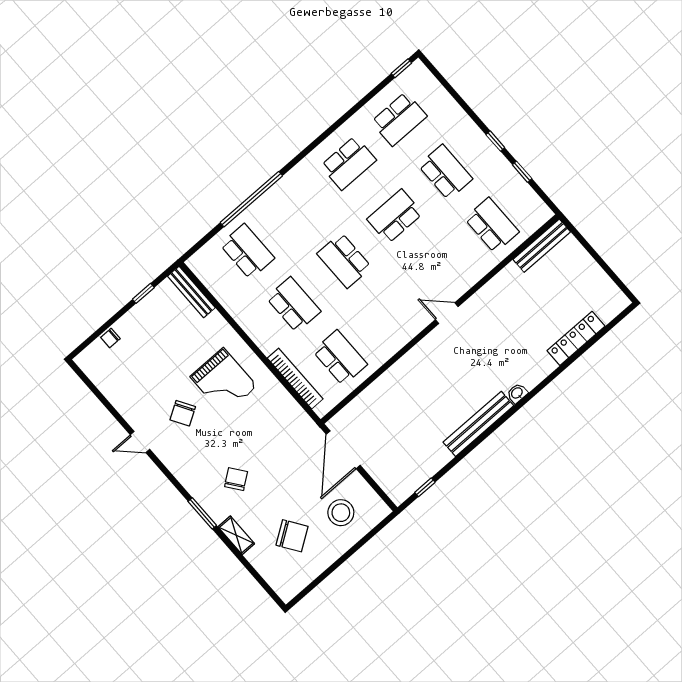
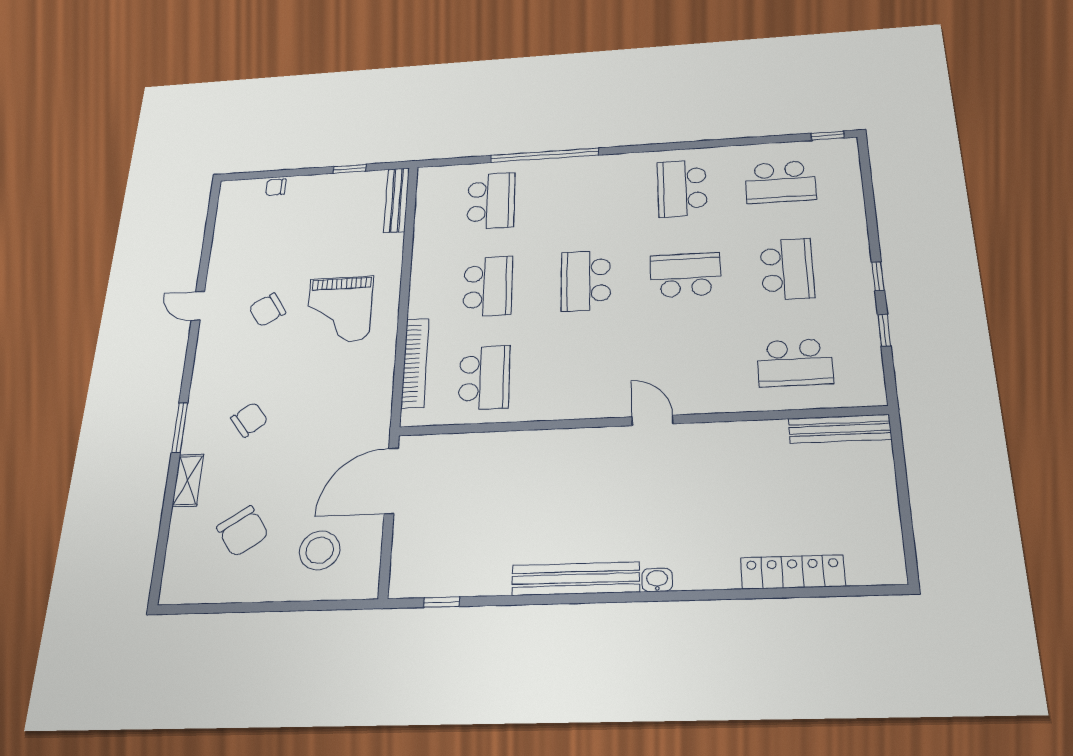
school desk: (348, 163) -> (682, 188), turned 90
school desk: (492, 225) -> (795, 363), turned 90

